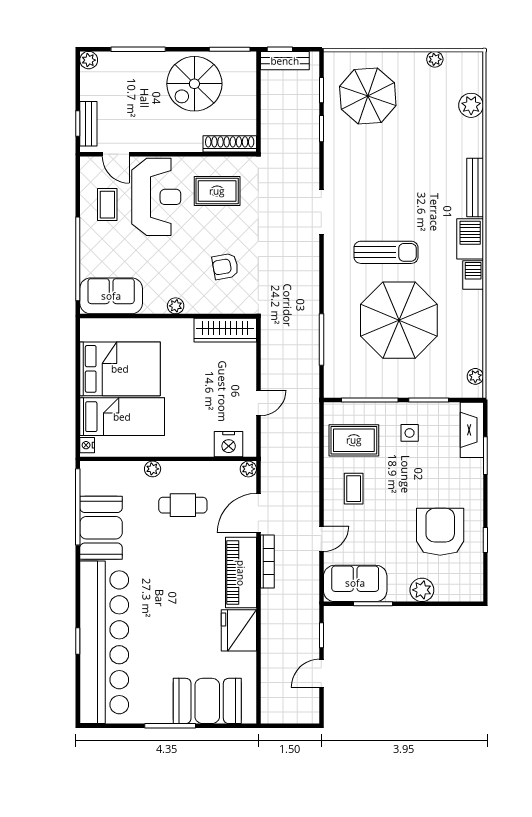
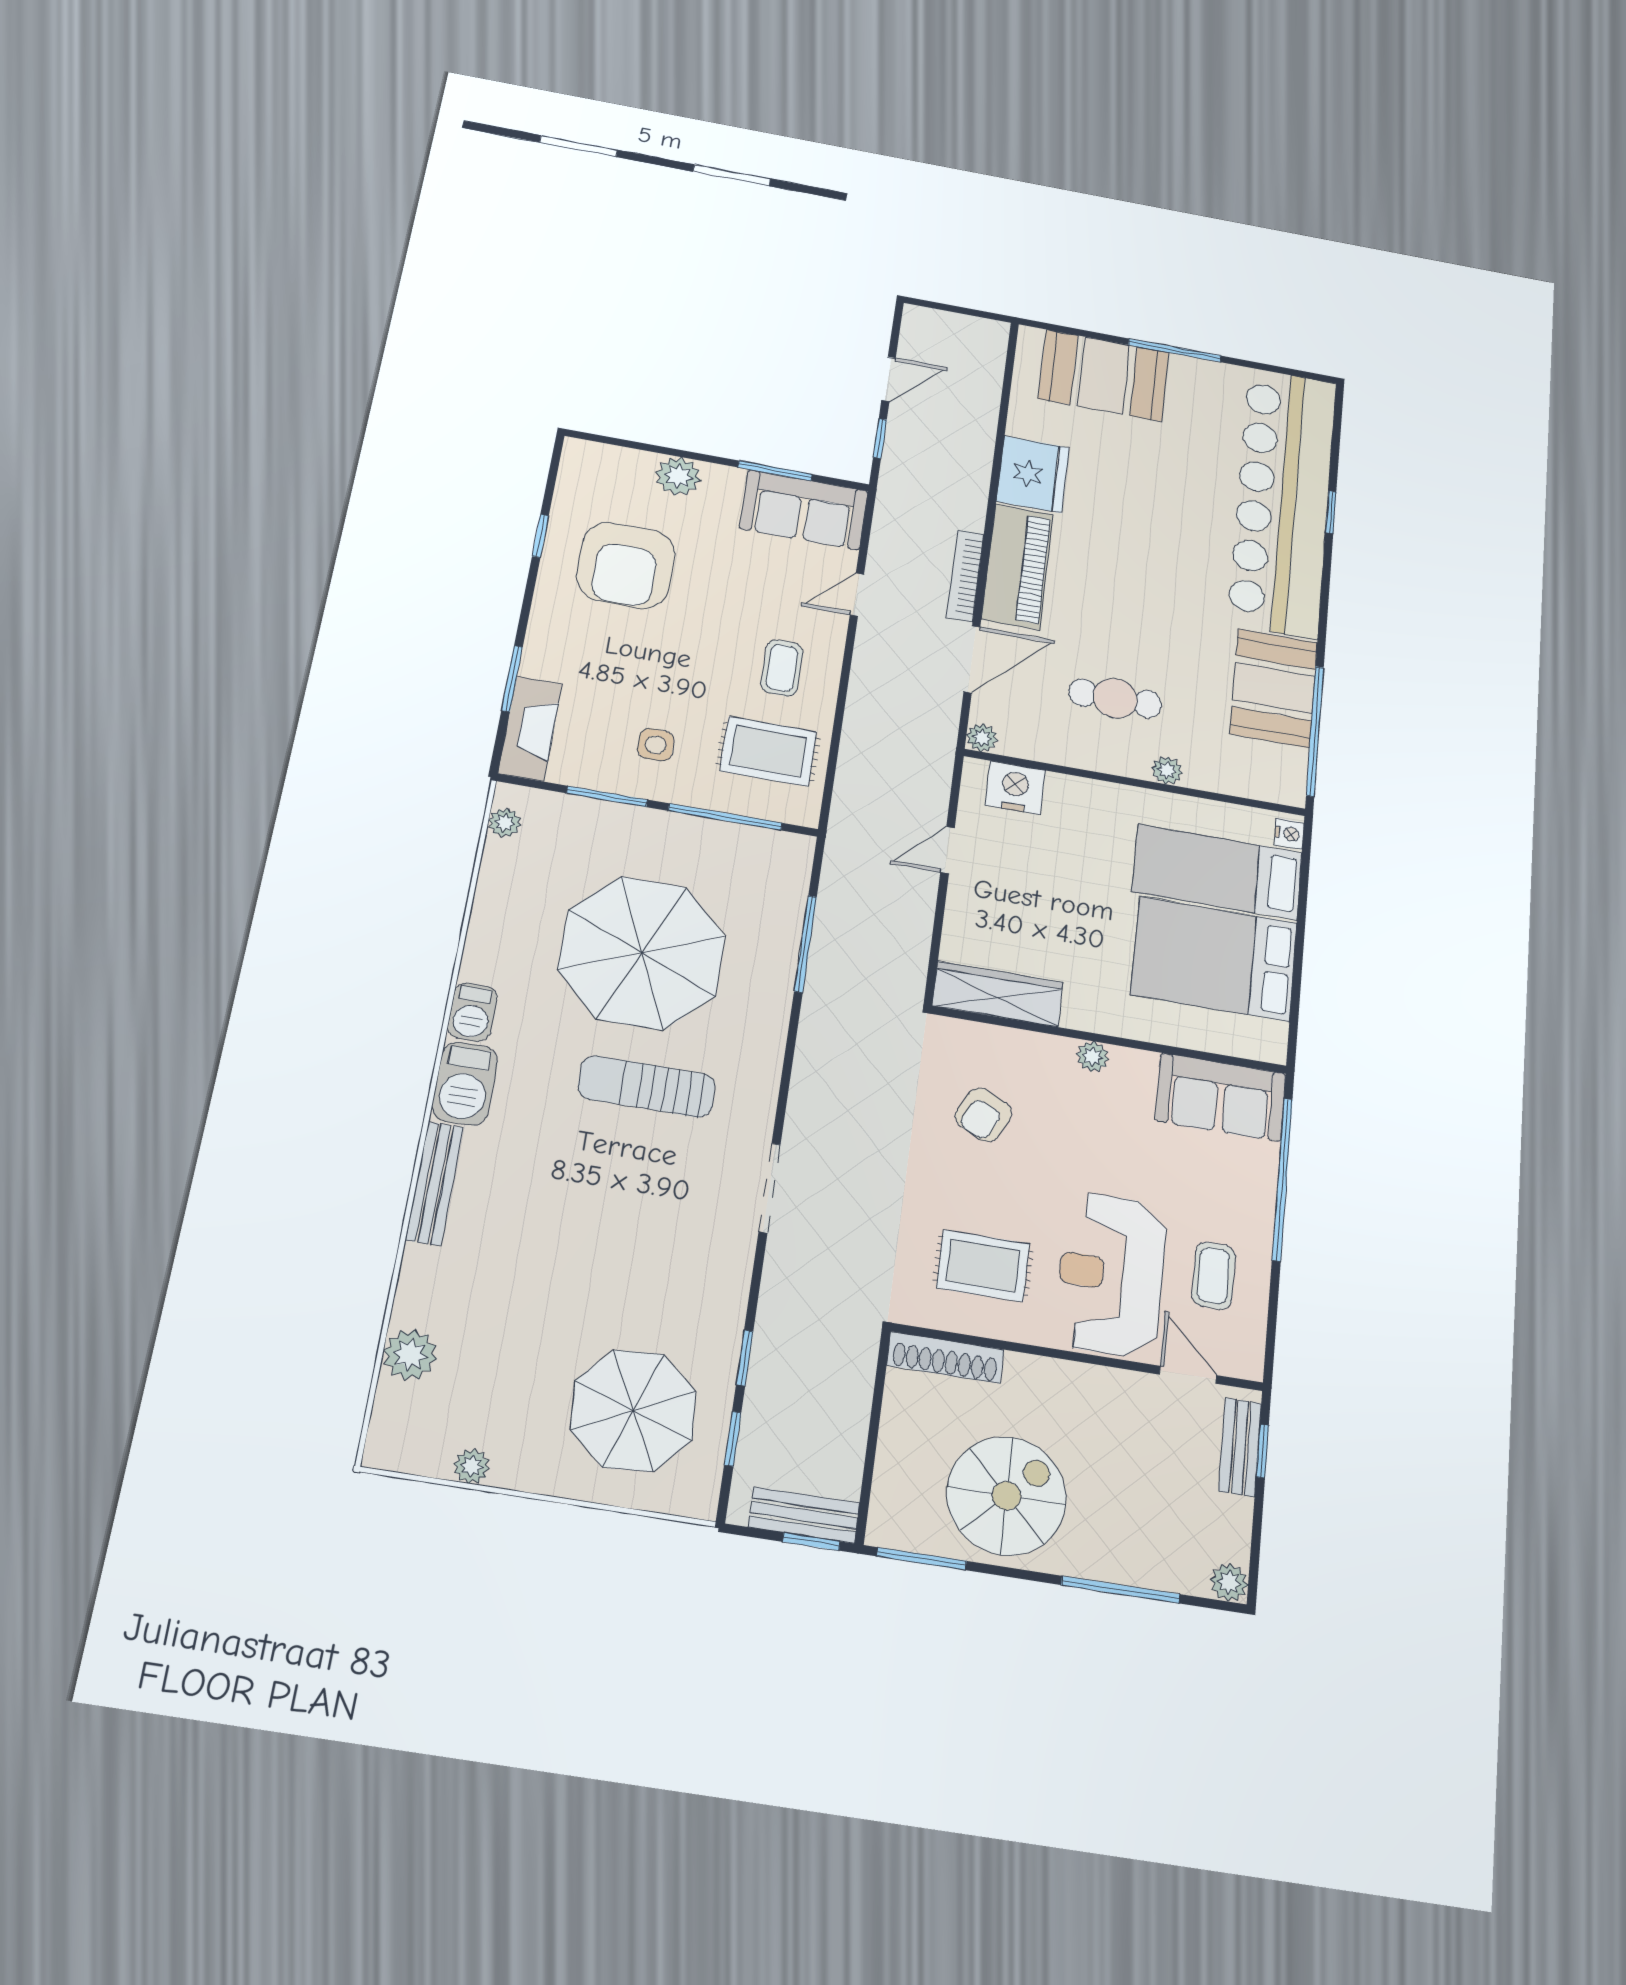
armchair: (225, 266) -> (983, 1115), turned 126

